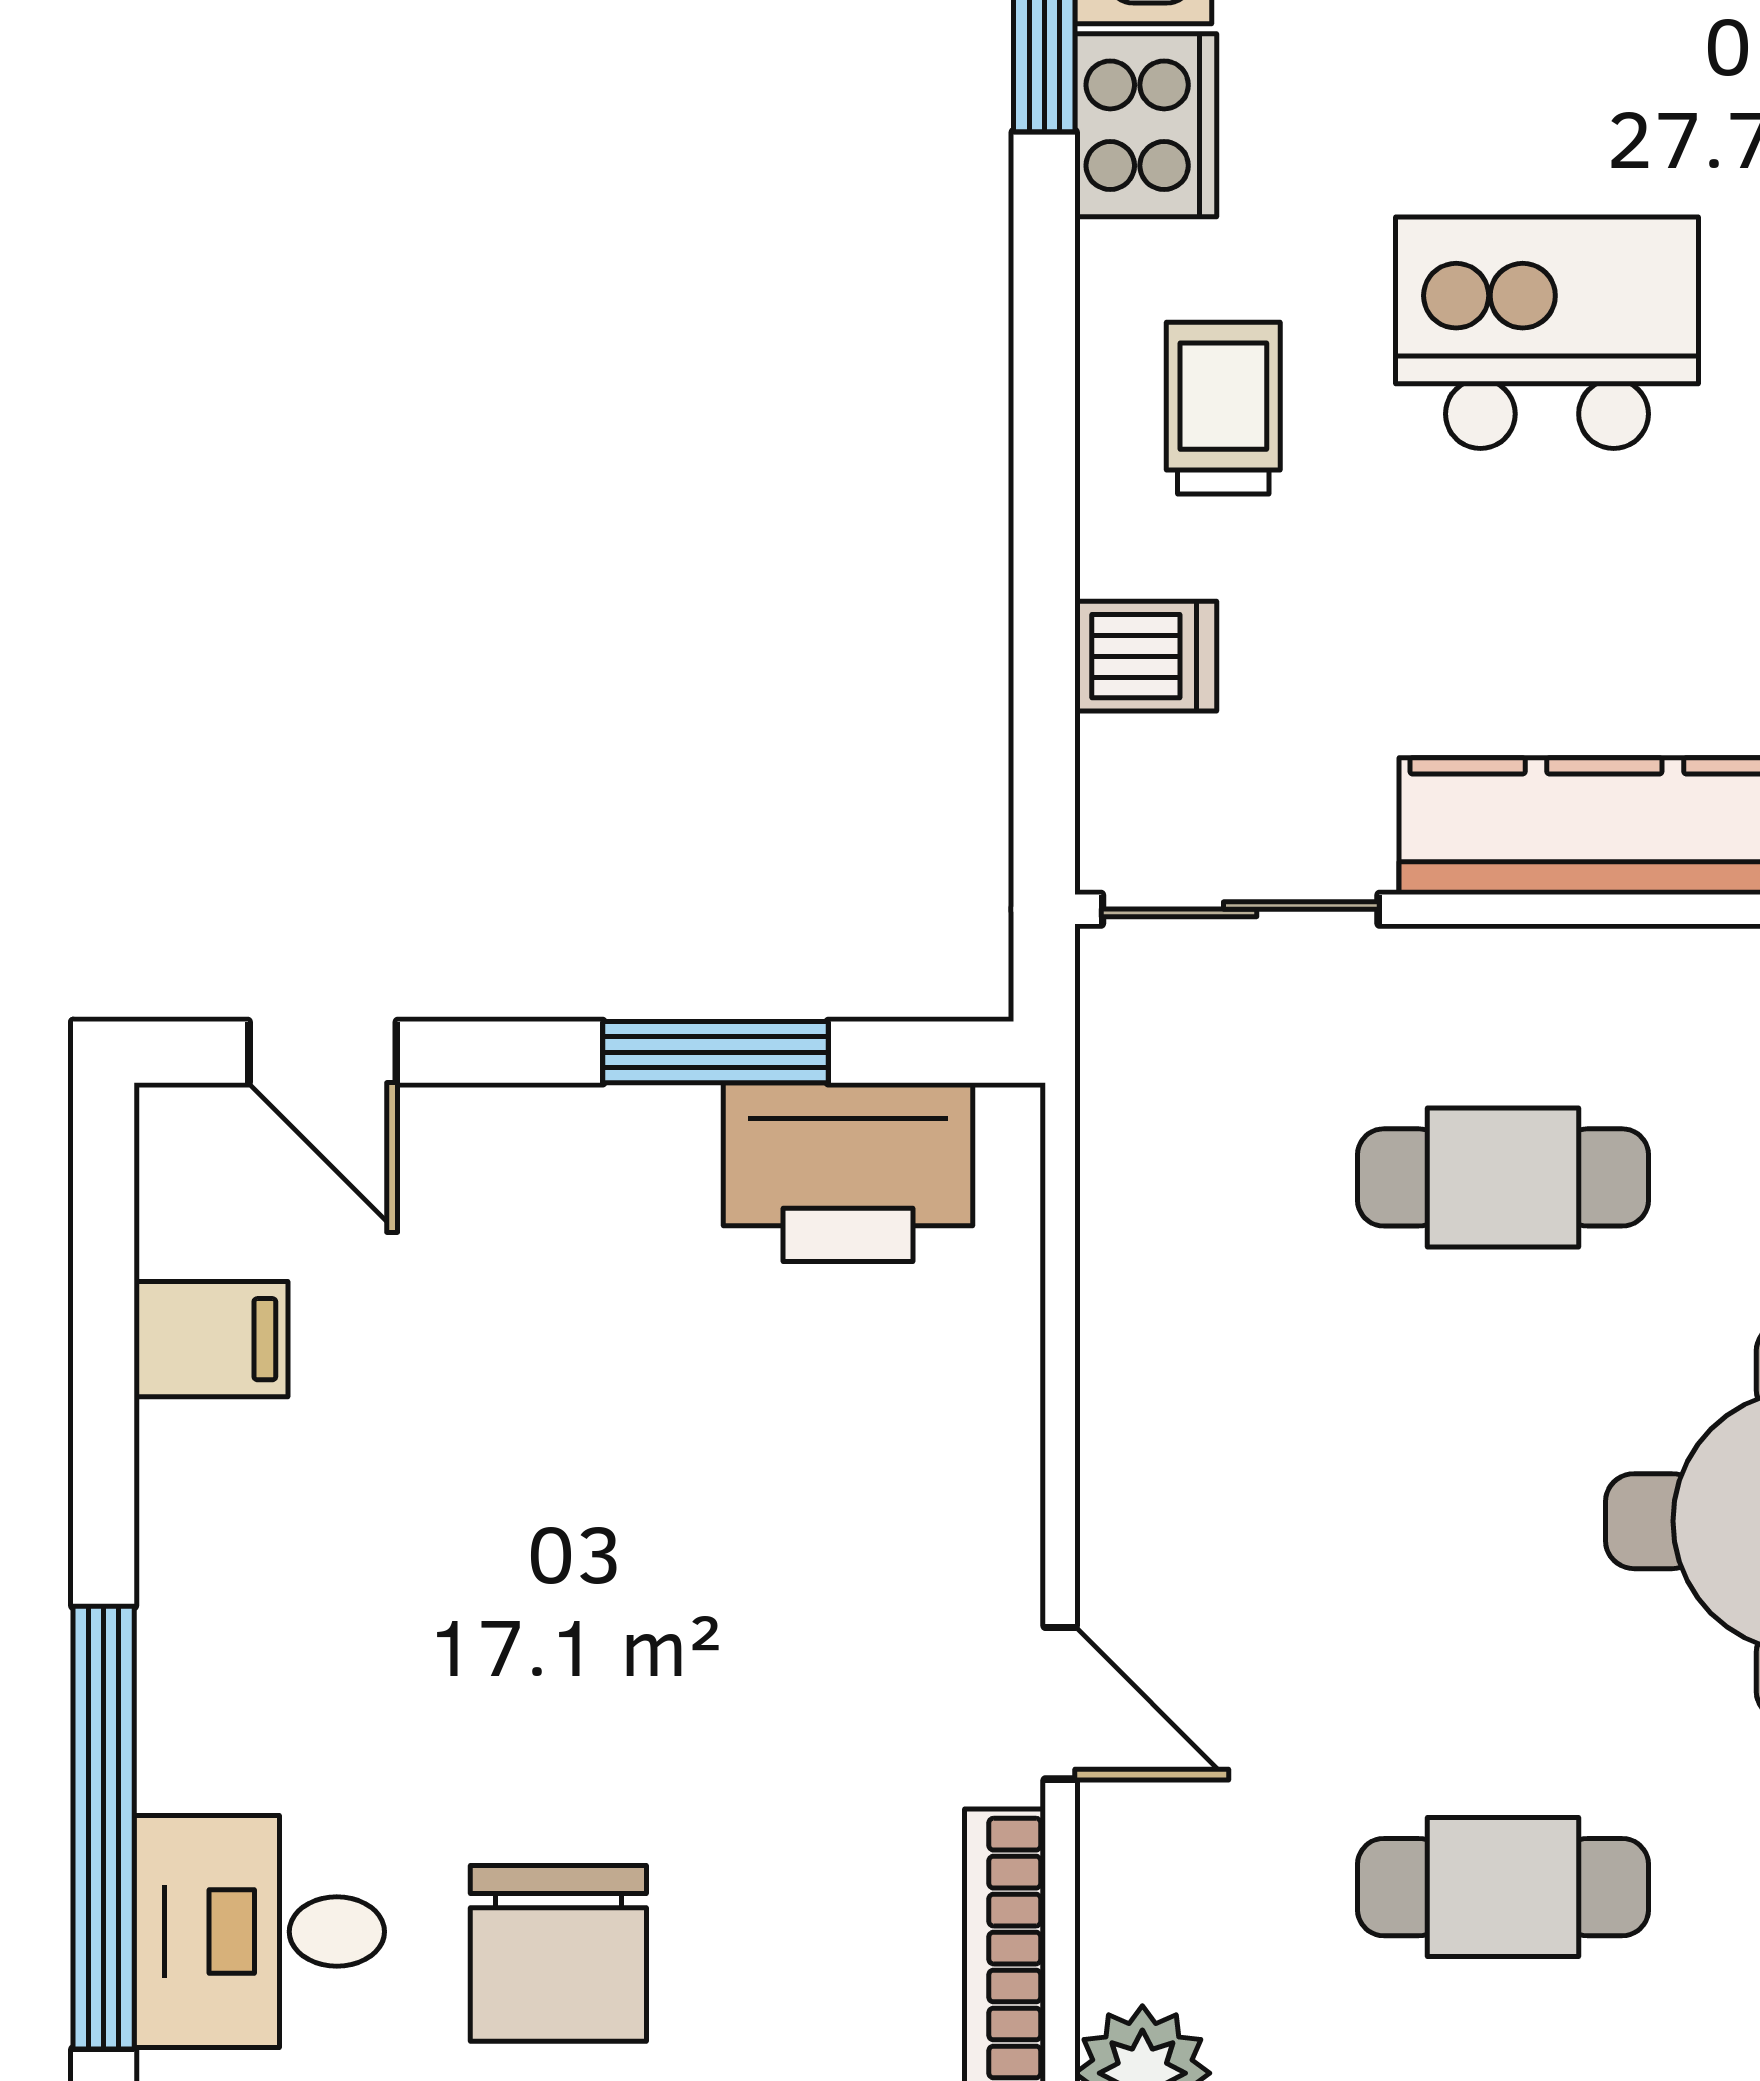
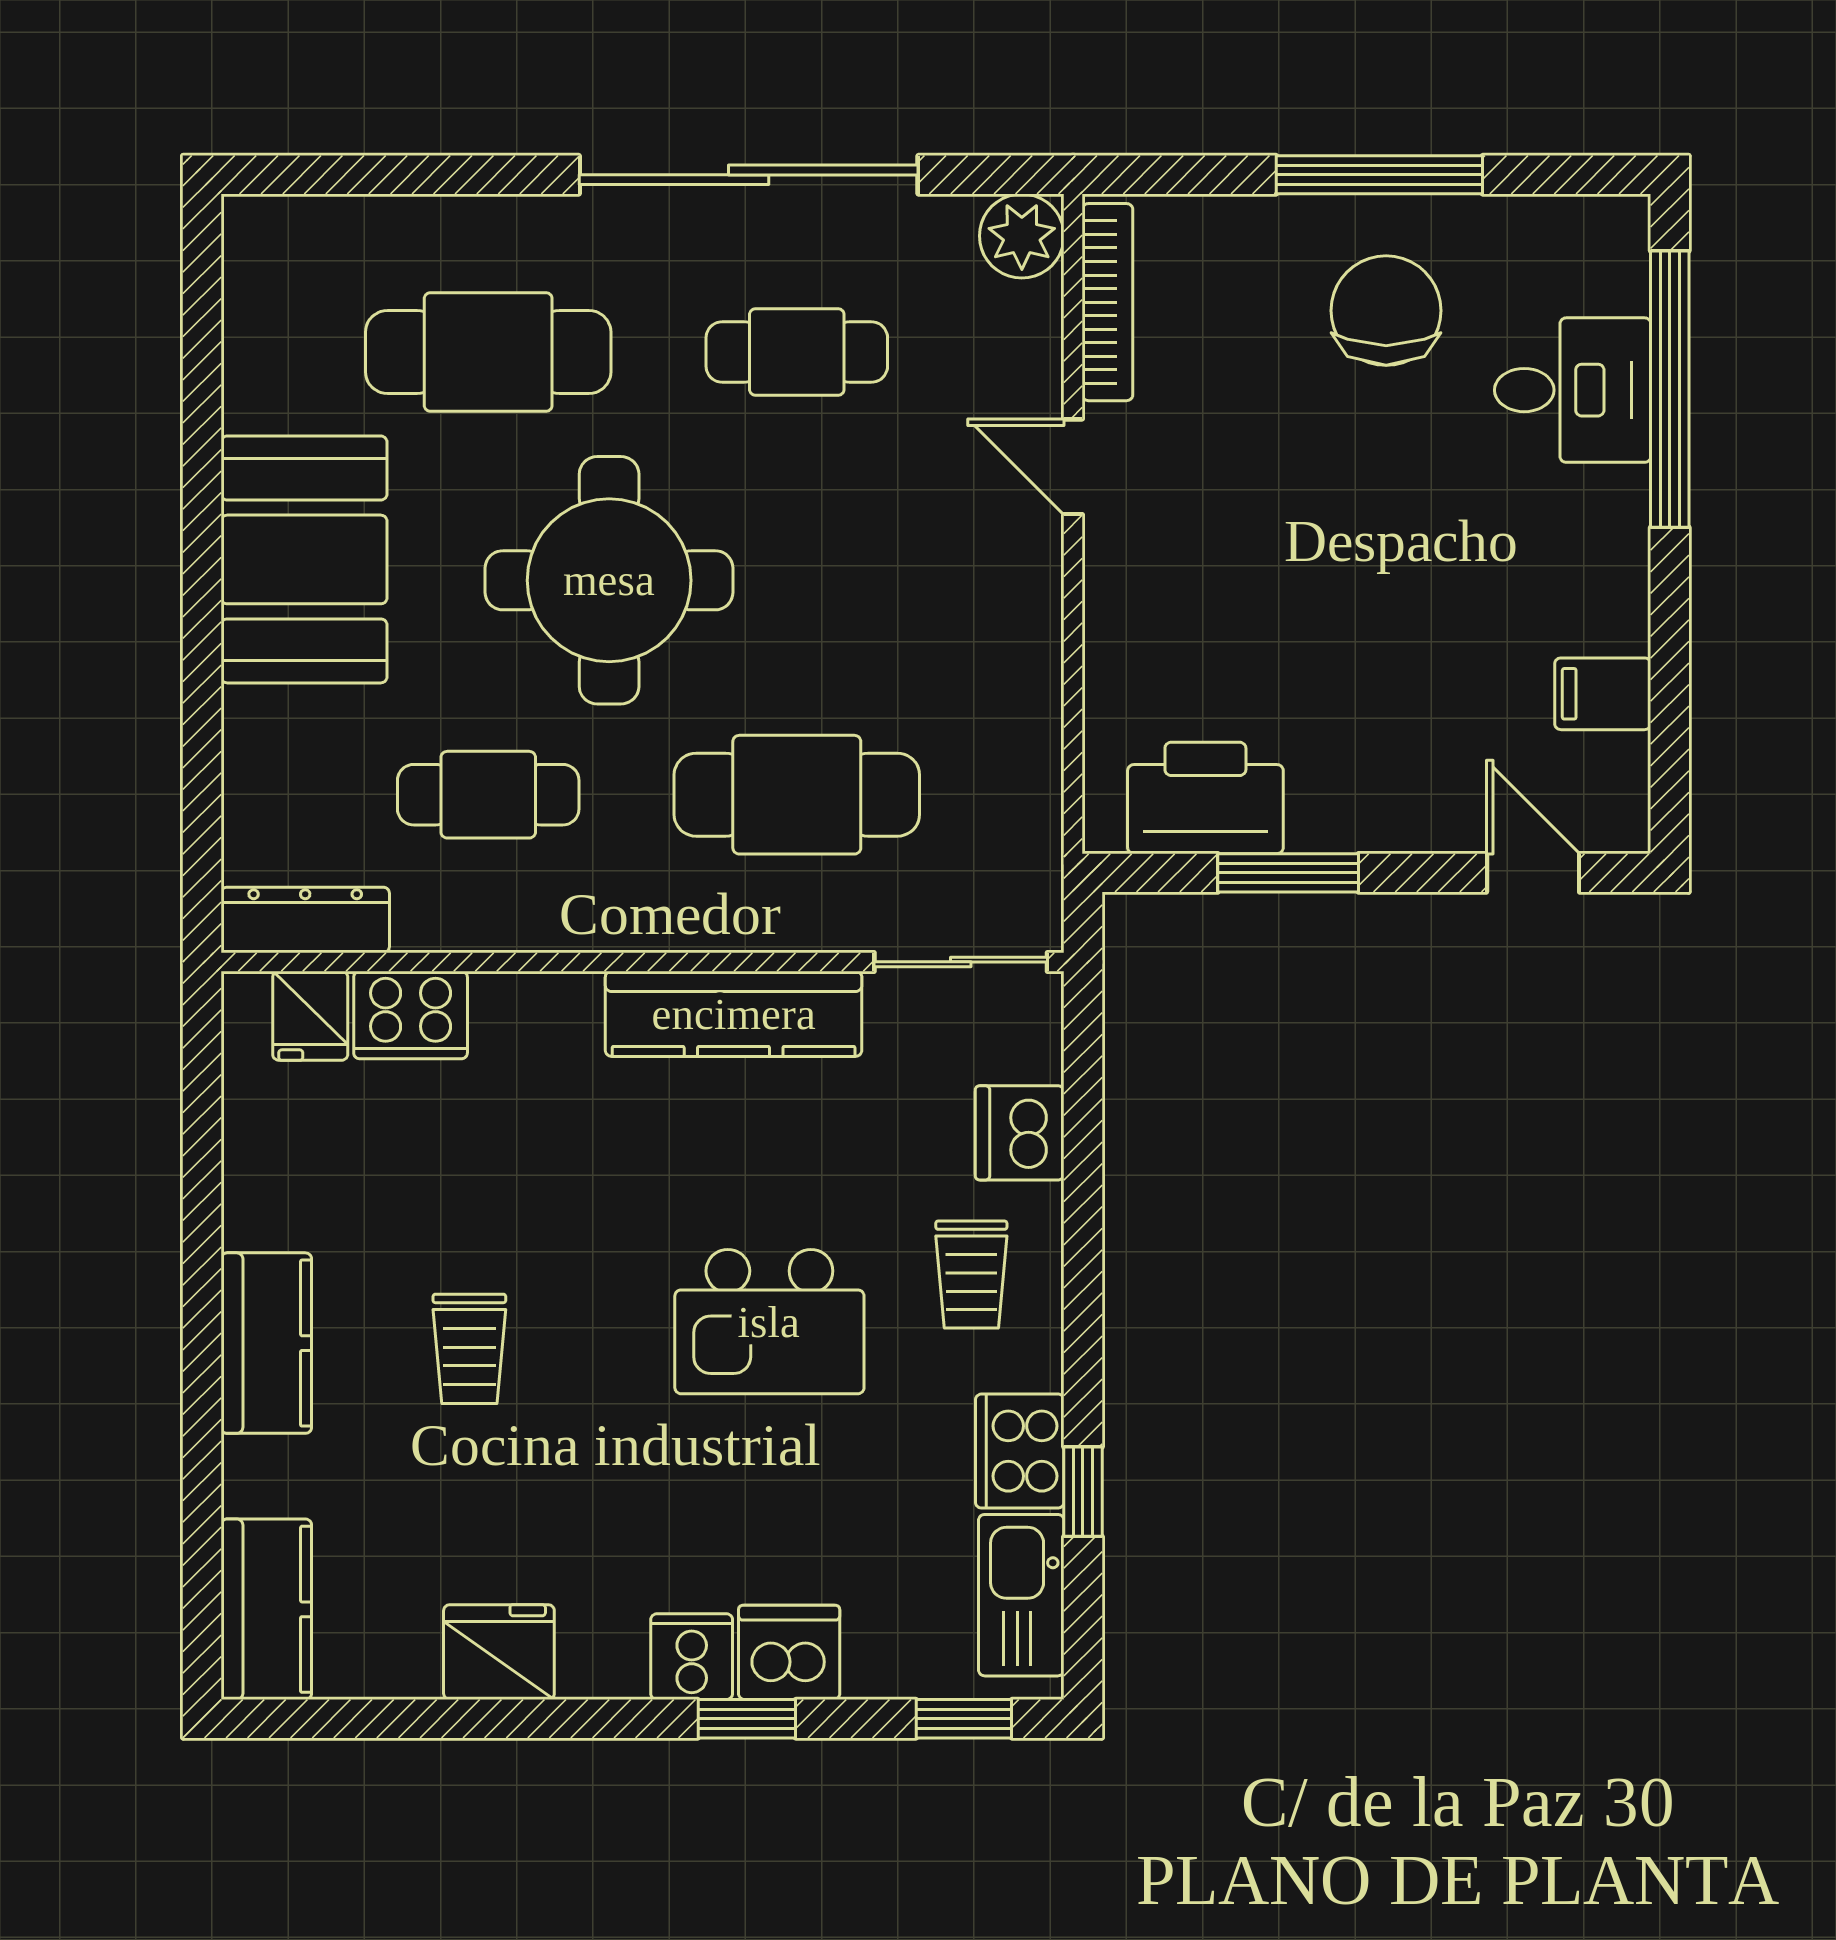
dishwasher: (1146, 656) -> (1020, 1133), width x1.38
cafe table: (1503, 1177) -> (797, 795), width x1.37, depth x1.35
desk: (259, 1932) -> (1573, 390), moved

